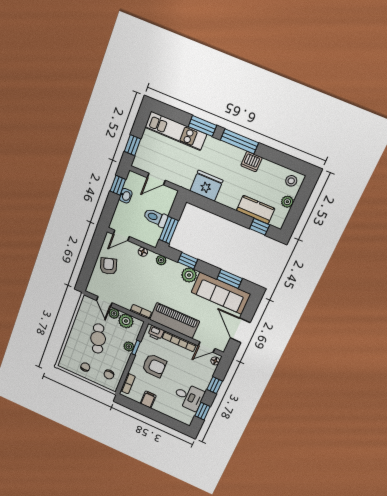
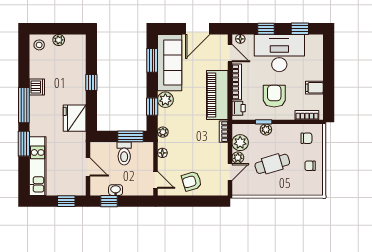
kitchen counter: (256, 210) -> (77, 65), removed
window: (260, 227) -> (91, 83), moved
desk: (189, 397) -> (279, 53), width x1.87, depth x1.30

